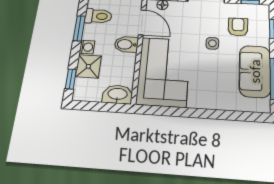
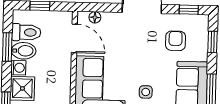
side table: (212, 43) -> (146, 92), moved
bidet: (126, 44) -> (24, 51), moved, turned 180

